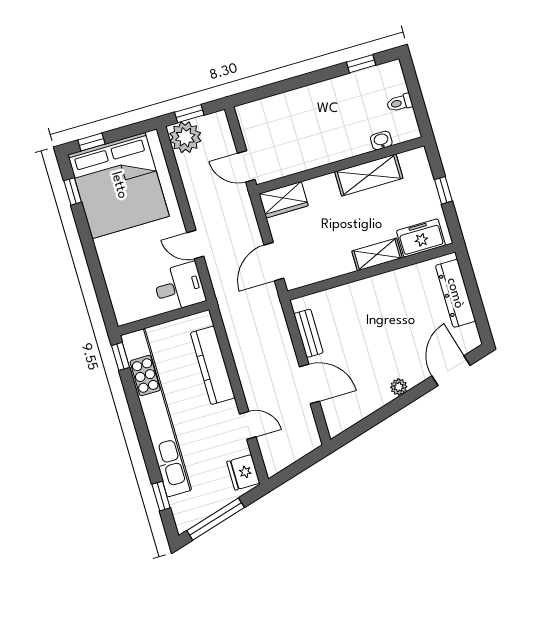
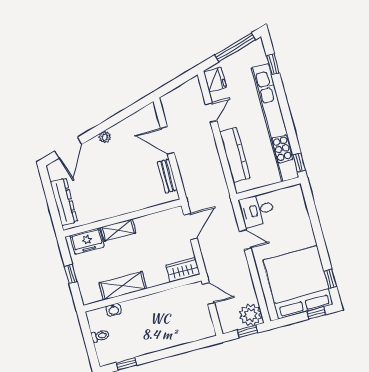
door: (248, 425) -> (211, 112), swing flipped

